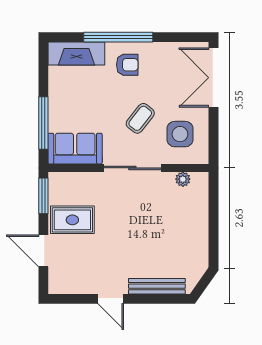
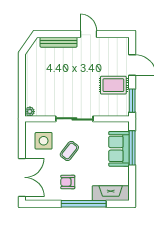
armchair: (127, 65) -> (68, 182), moved
sofa: (75, 149) -> (119, 149), moved, turned 90
plant: (183, 179) -> (30, 112), moved

